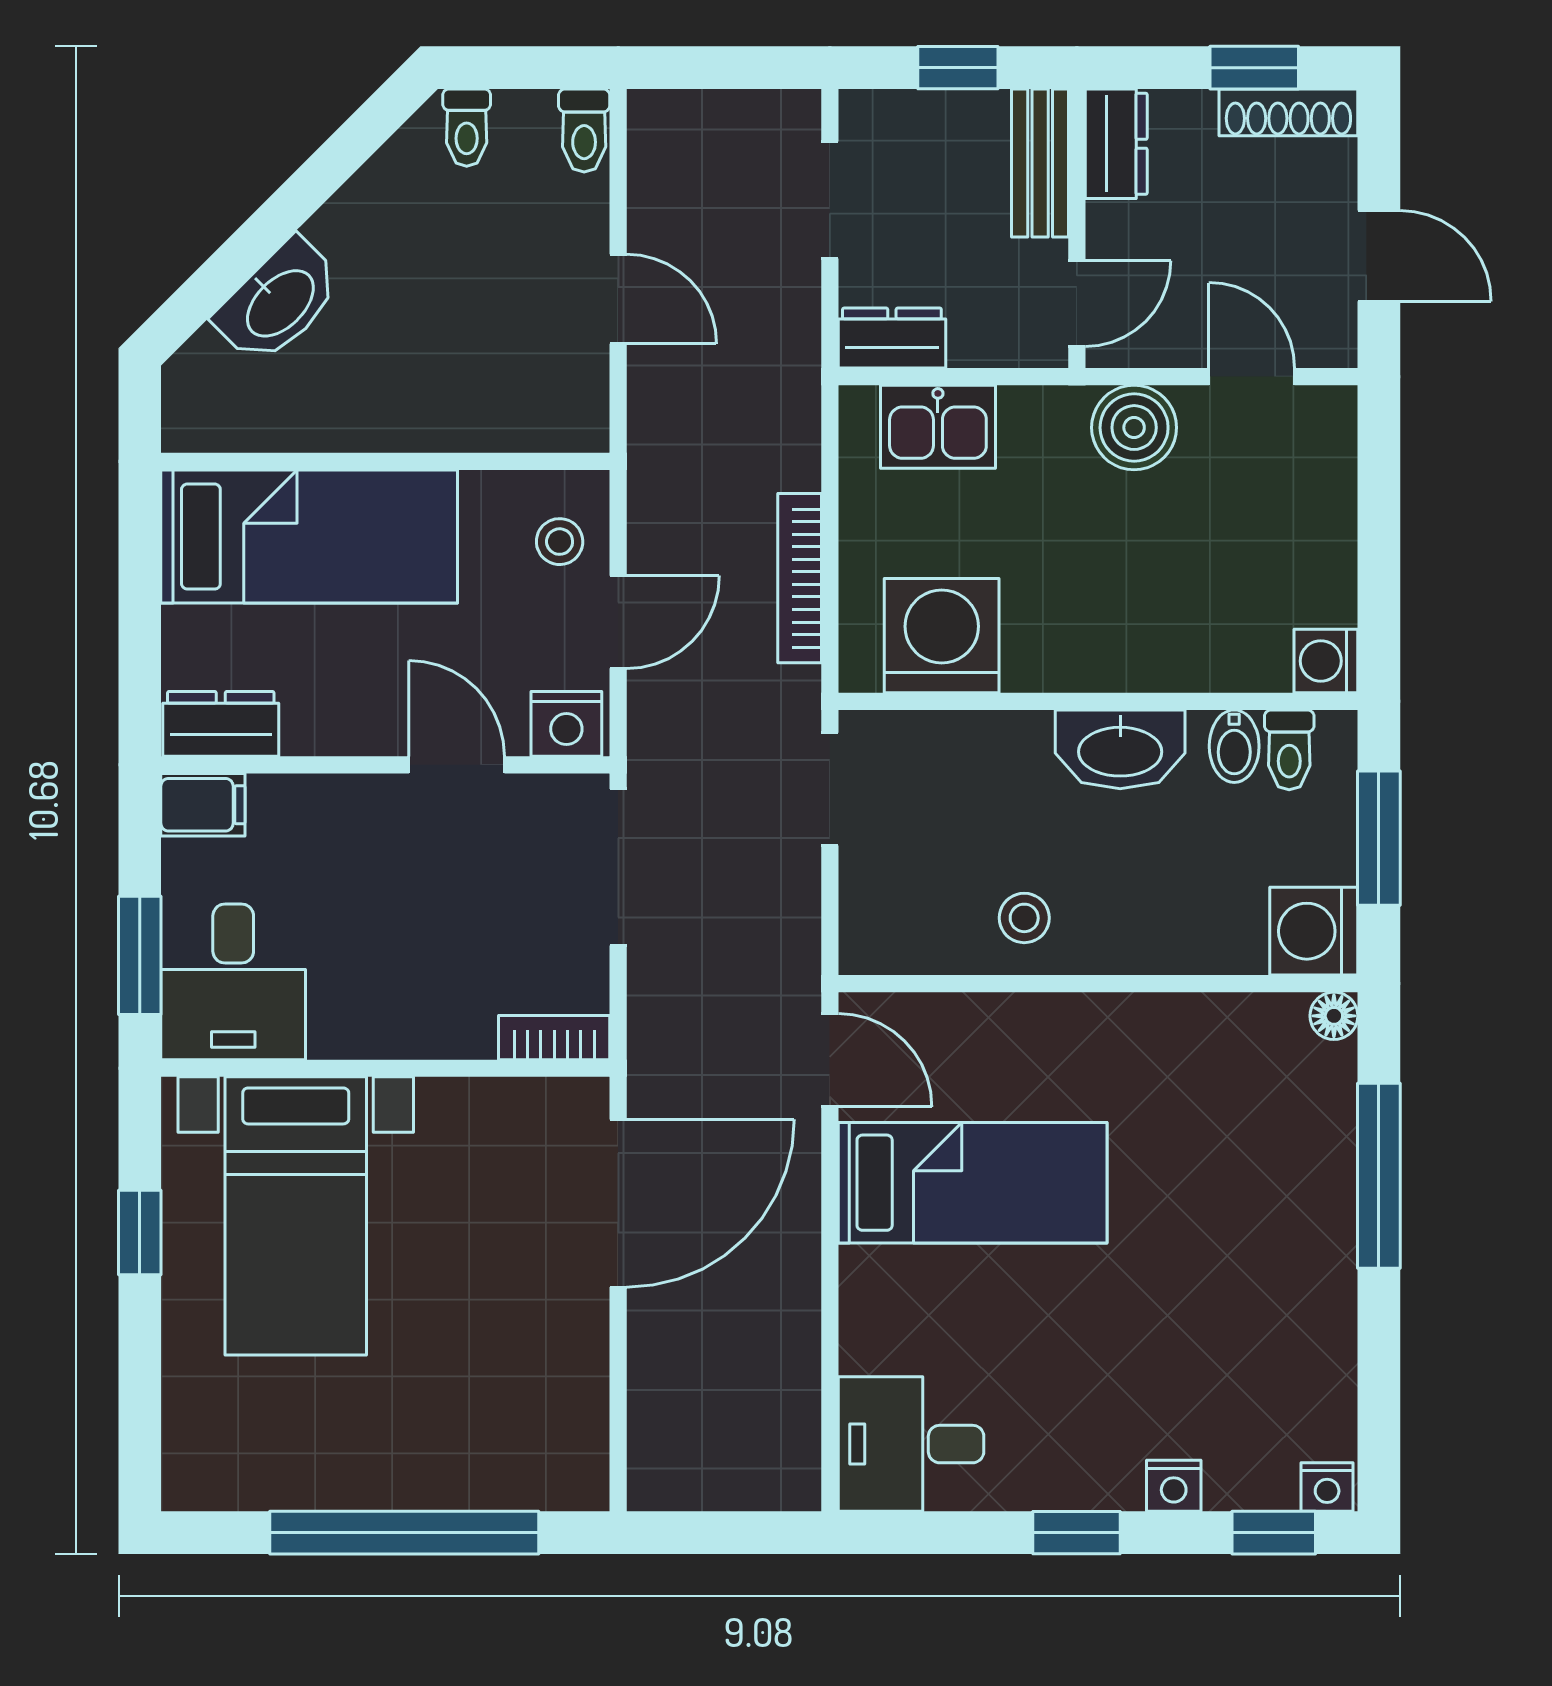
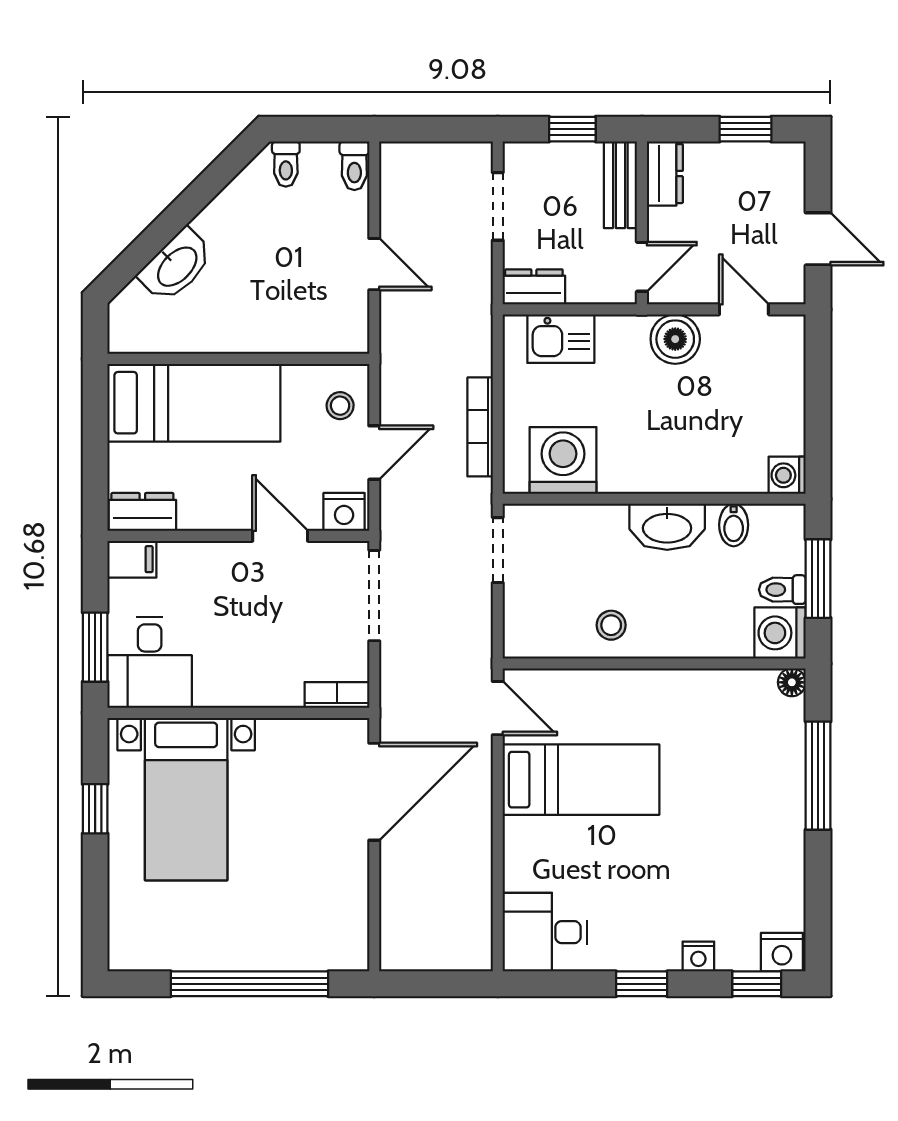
shoe rack: (1288, 112) -> (765, 155), removed
toilet: (1289, 750) -> (782, 590), moved, turned 90
nightstand: (1327, 1487) -> (782, 952), width x1.39, depth x1.35

